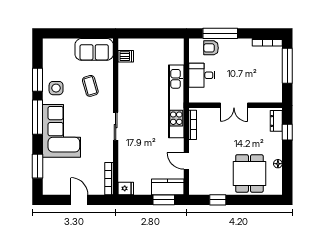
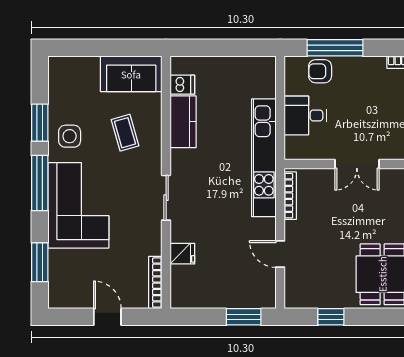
kitchen counter: (168, 187) -> (183, 122), moved, turned 90
fridge: (126, 188) -> (182, 254), moved

